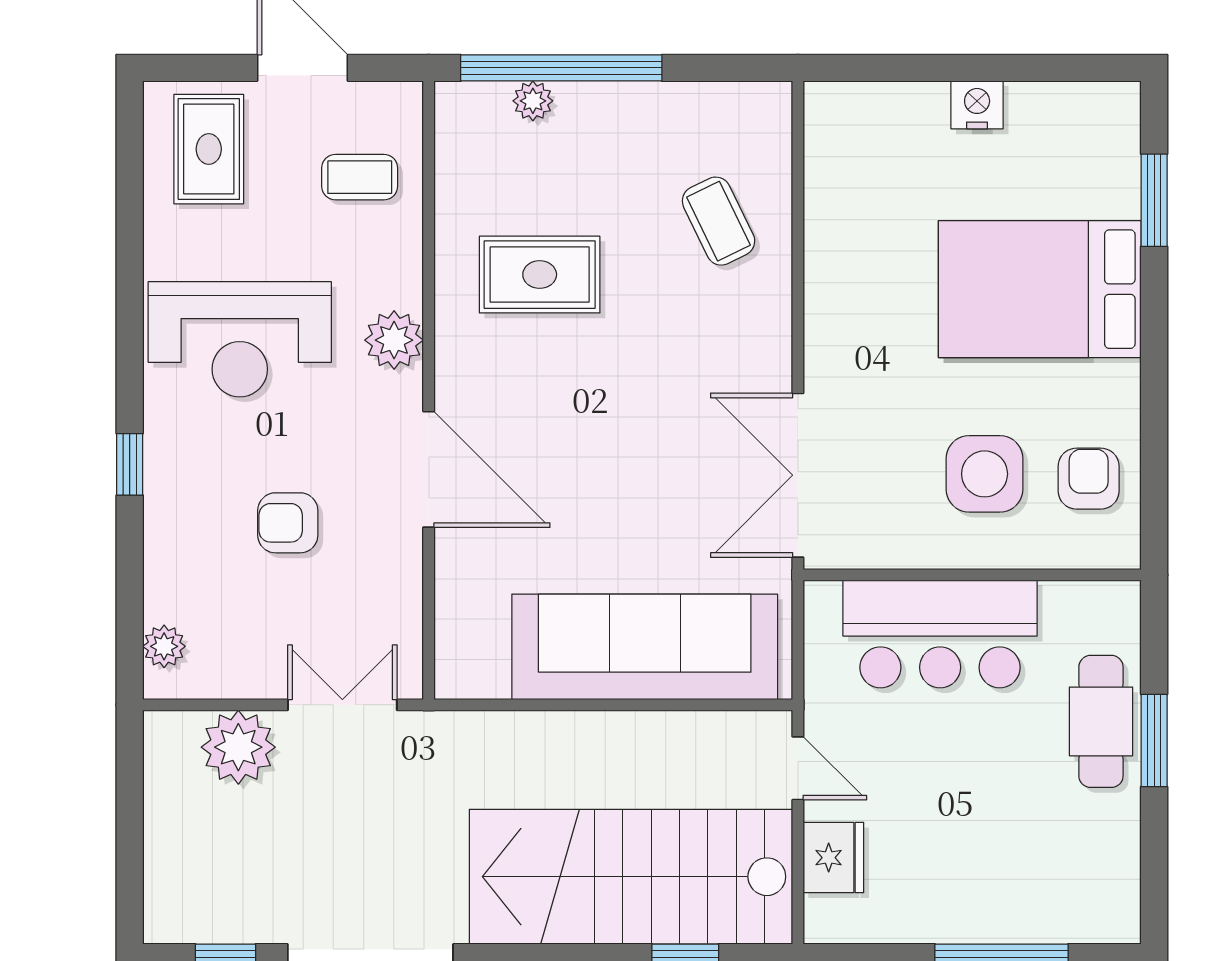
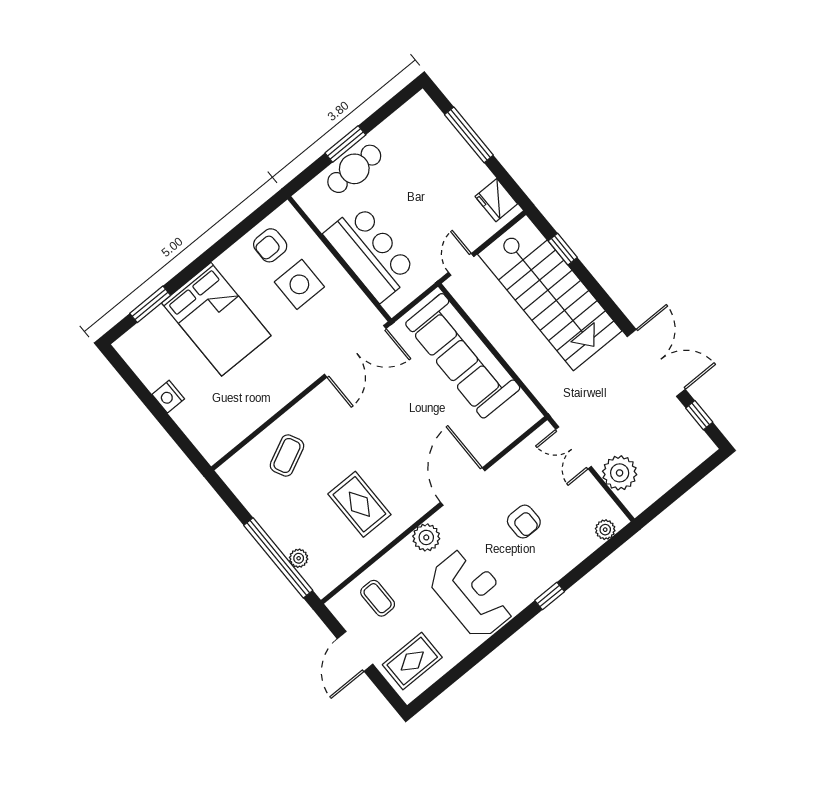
fridge: (833, 858) -> (496, 200), moved, turned -90

